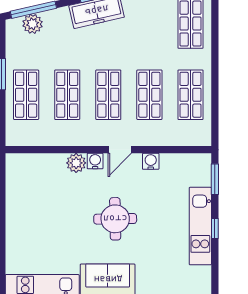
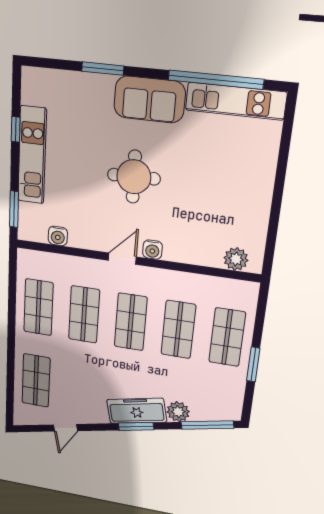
plant: (33, 24) -> (178, 412), moved
water cooler: (151, 161) -> (58, 236), moved
plant: (76, 163) -> (236, 259), moved
window: (215, 228) -> (16, 129), moved

